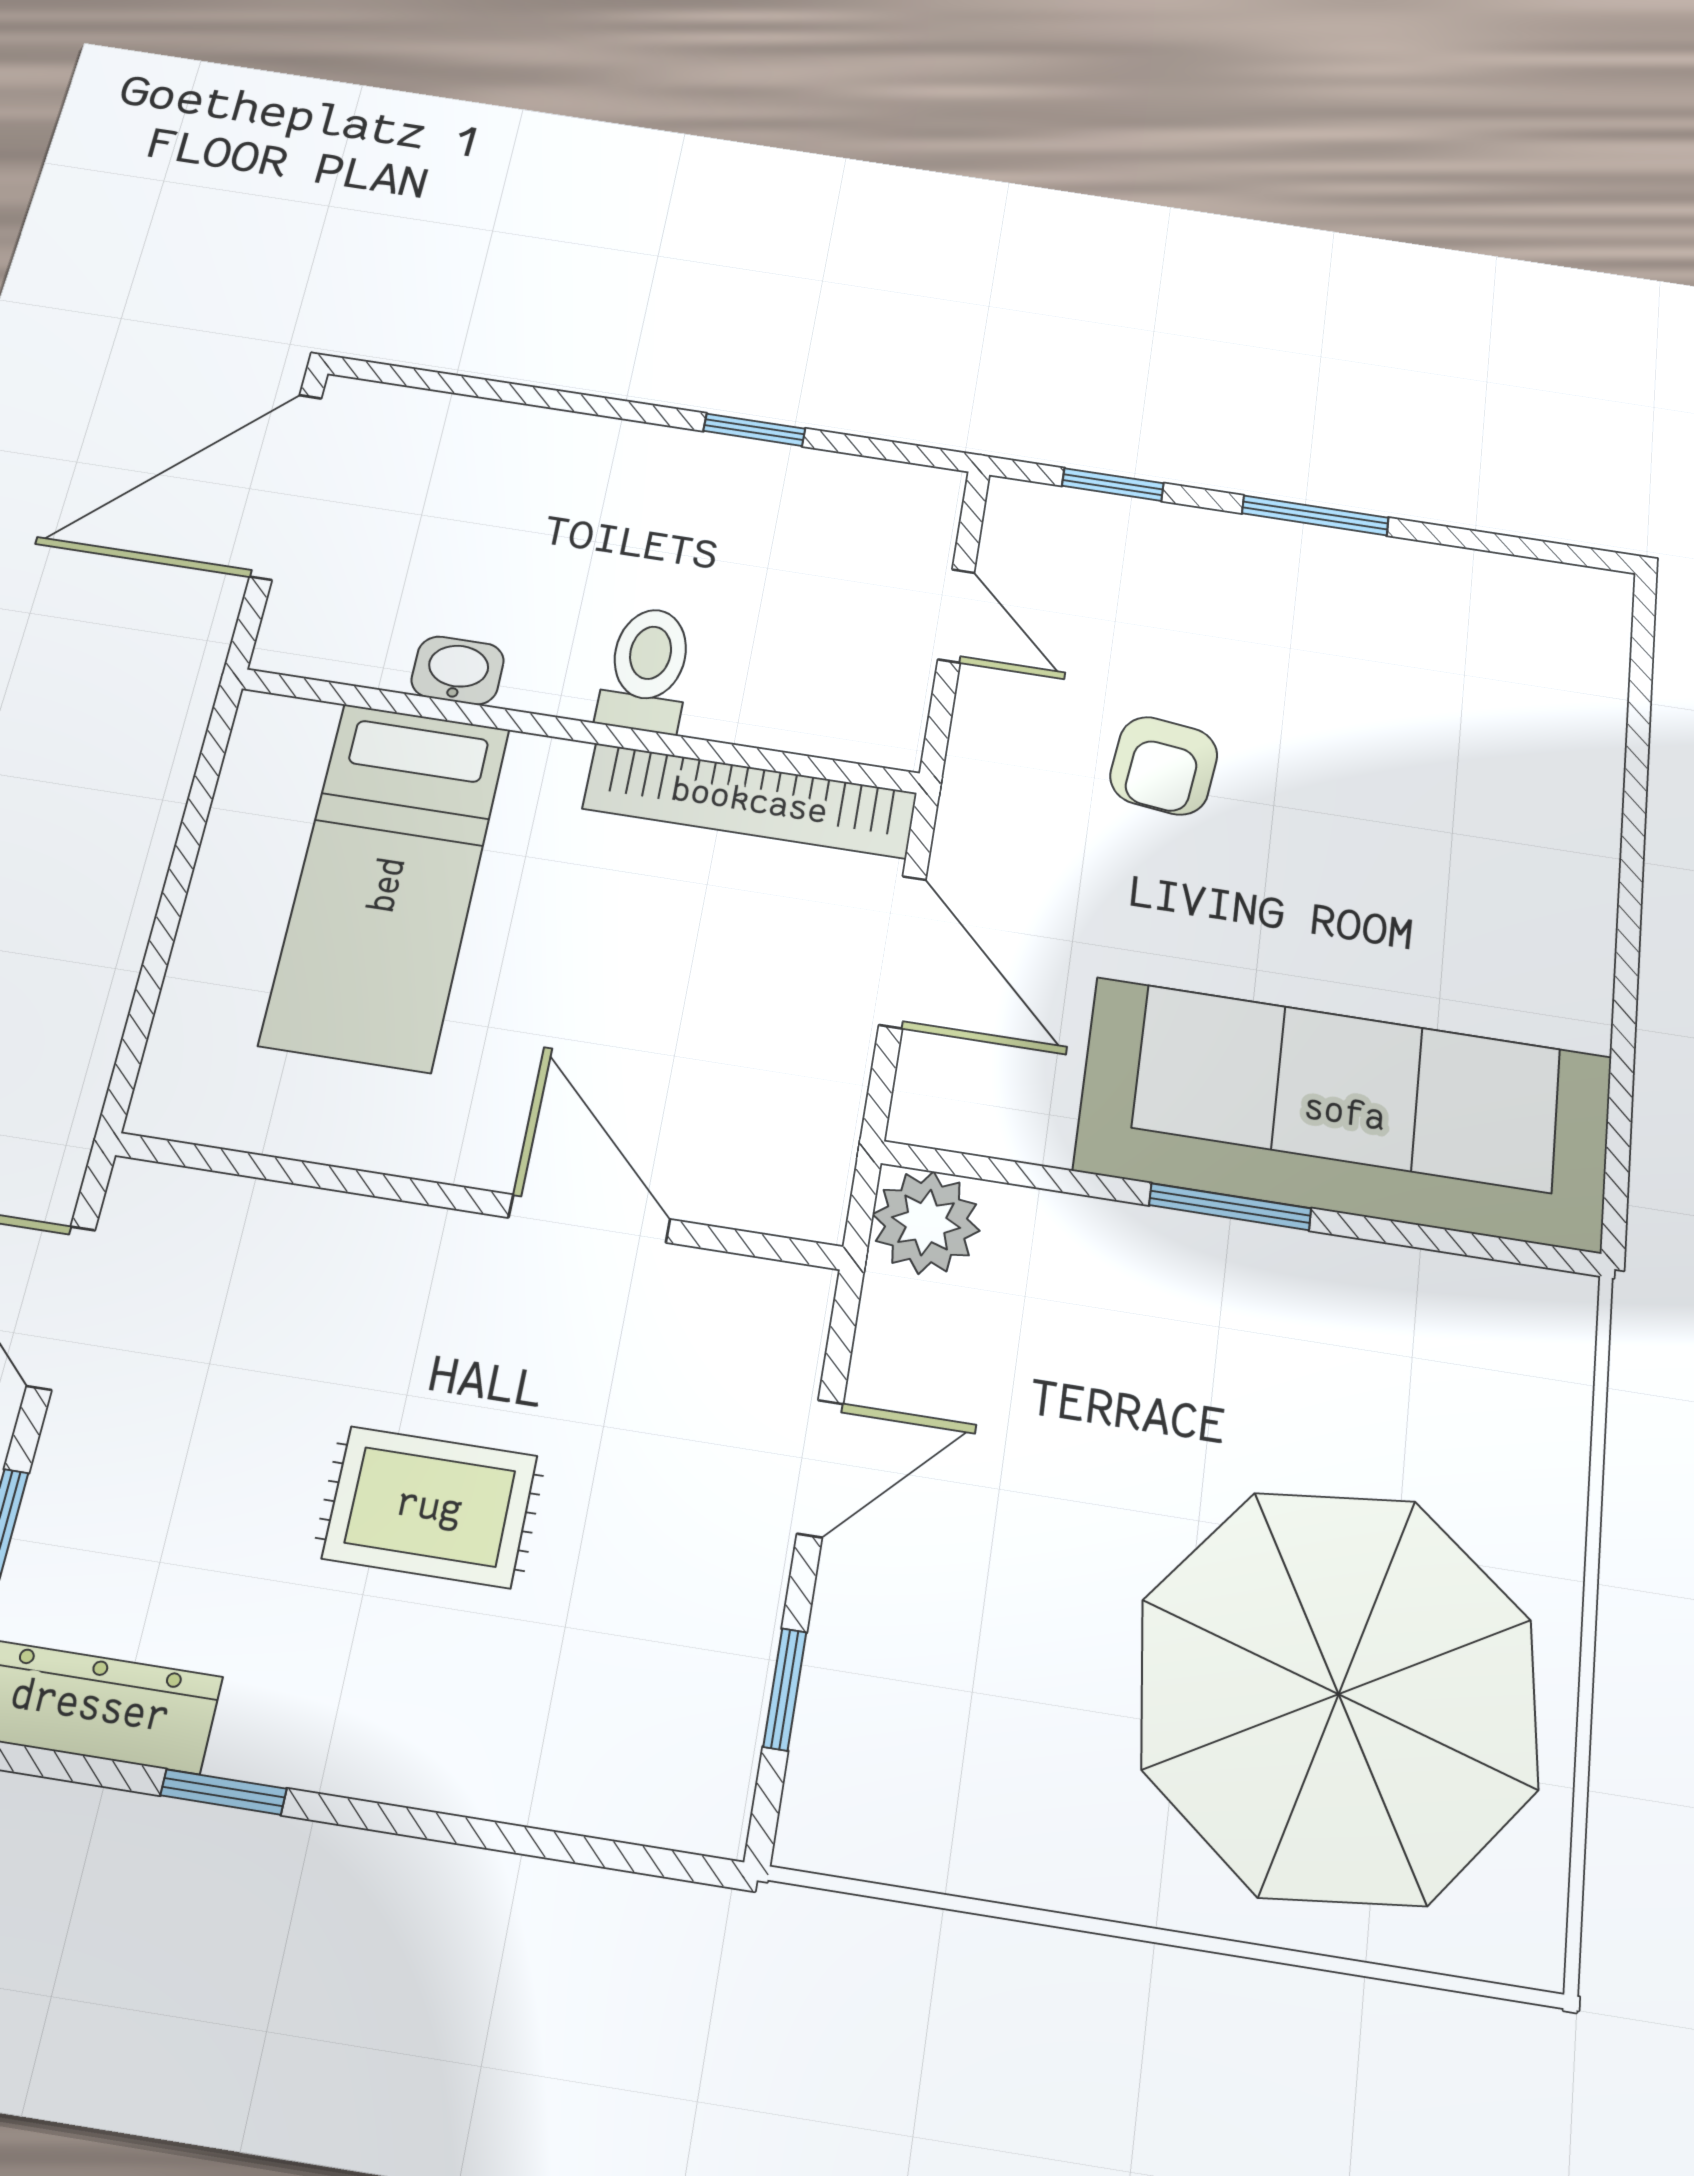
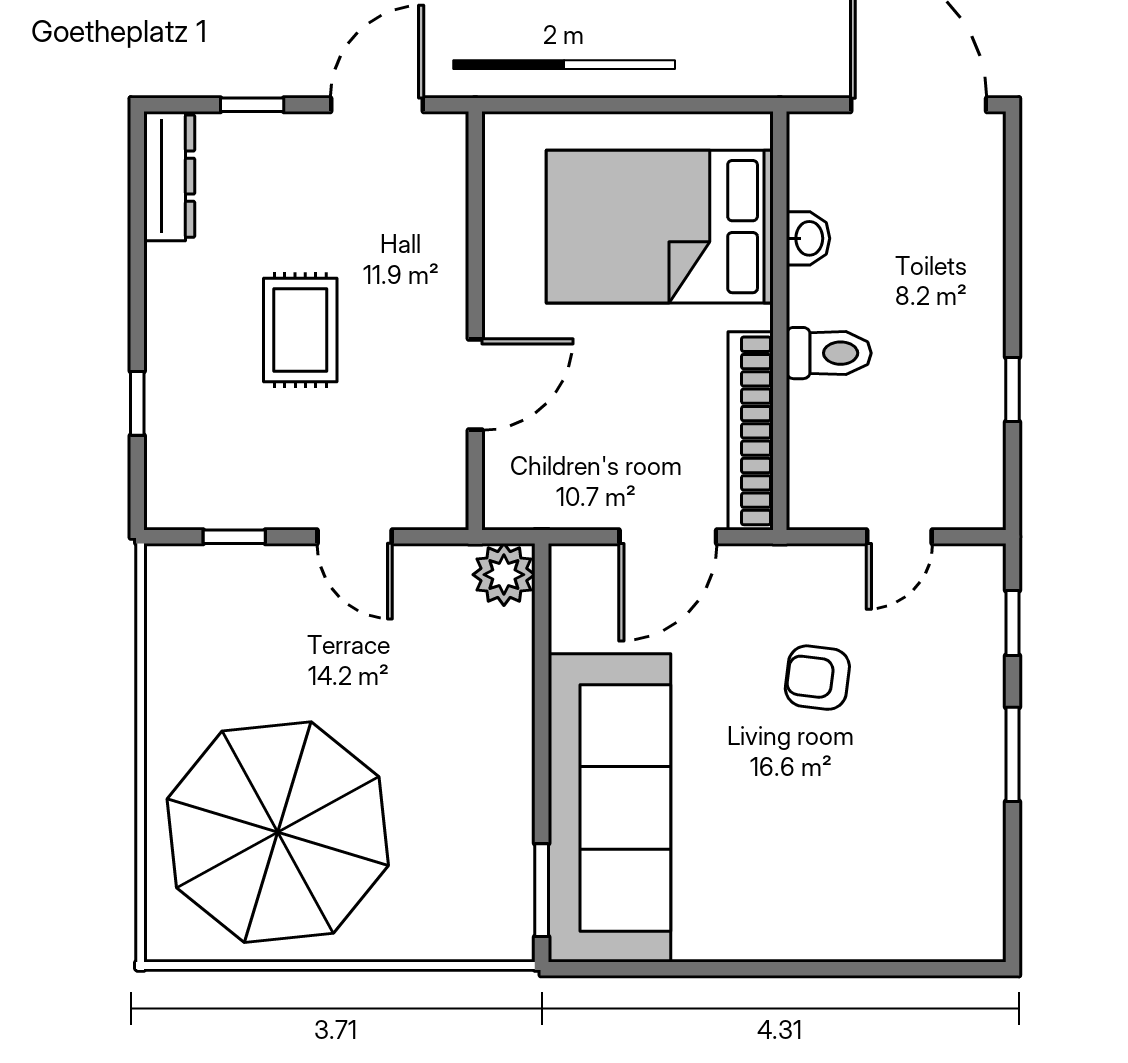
bed: (387, 884) -> (660, 227), width x1.50
window: (1230, 1207) -> (542, 890), moved
window: (223, 1792) -> (137, 403), moved

